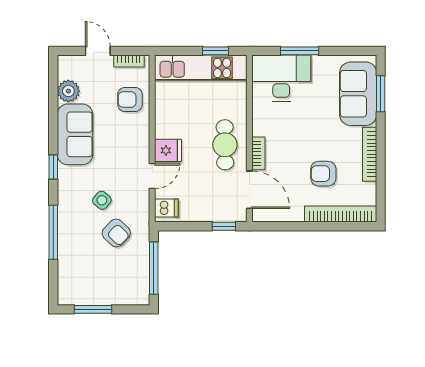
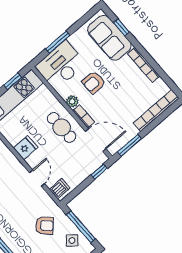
window: (381, 94) -> (121, 27), width x0.67
plant: (260, 127) -> (72, 101), added
fridge: (168, 150) -> (26, 148), moved
armchair: (323, 174) -> (94, 82), moved
side table: (102, 200) -> (72, 240), moved
window: (281, 226) -> (130, 145), added

